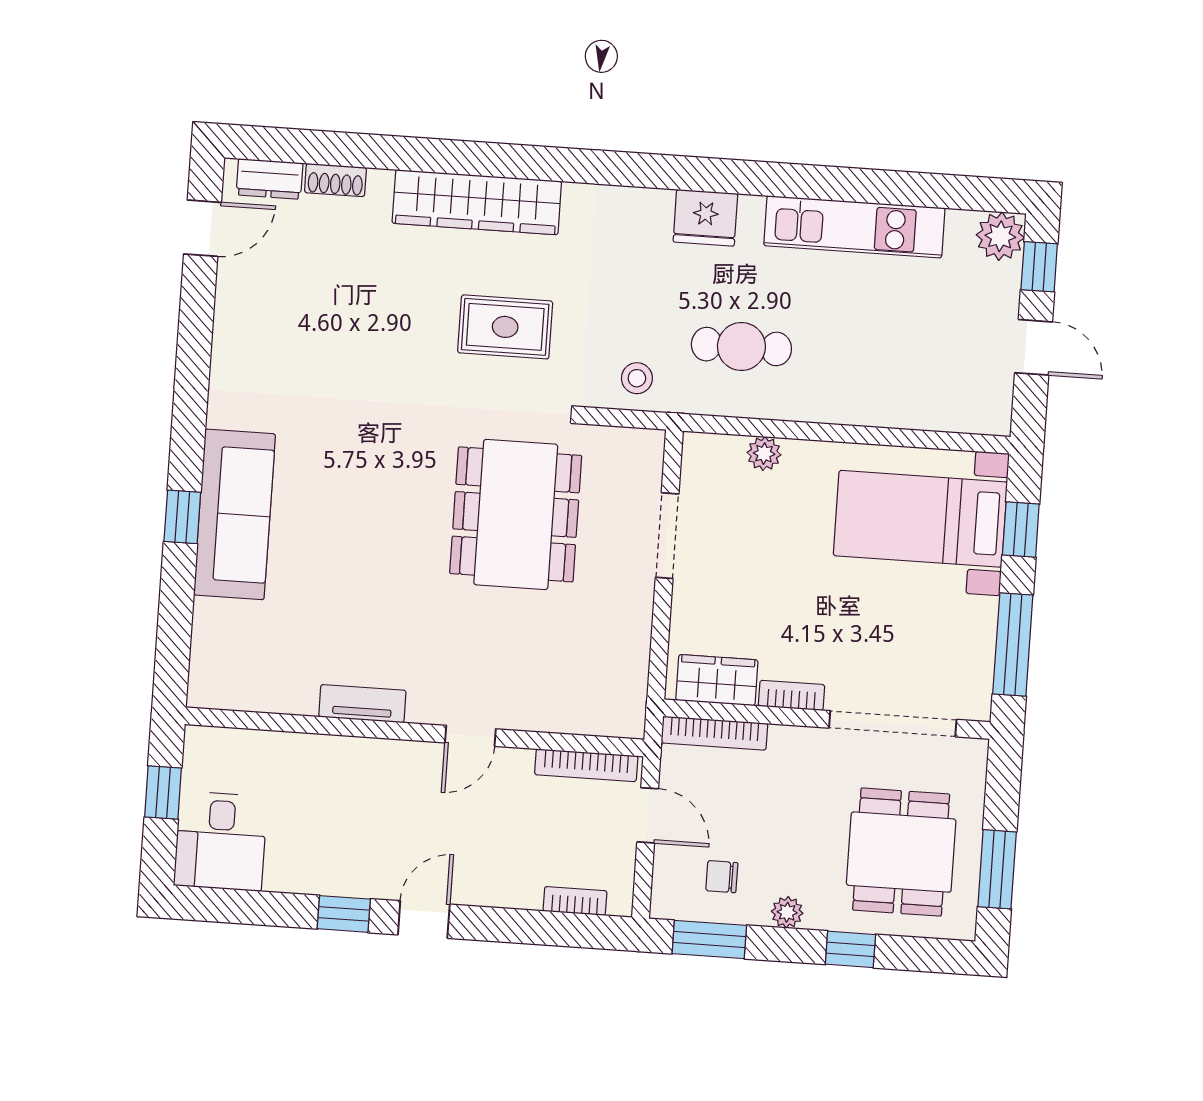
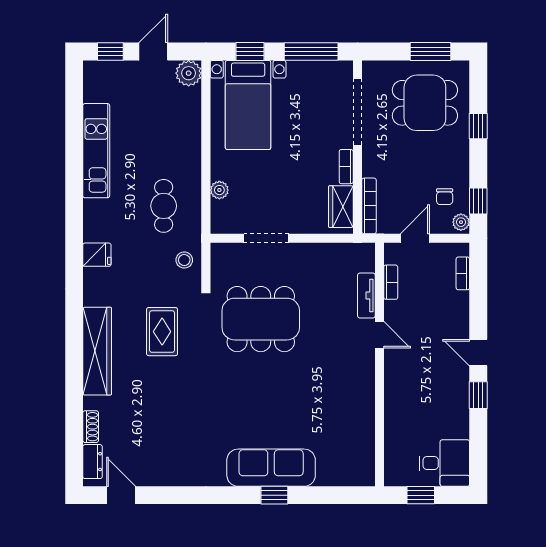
fridge: (705, 218) -> (97, 255), moved, width x0.72
plant: (1000, 236) -> (189, 73), moved
tv unit: (362, 704) -> (366, 296), moved
bookcase: (586, 765) -> (391, 282), width x0.64
plant: (787, 912) -> (461, 222), moved
window: (709, 939) -> (478, 201), width x0.67

